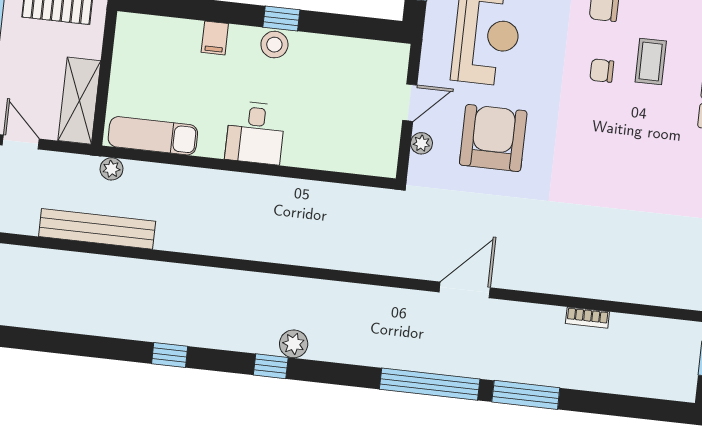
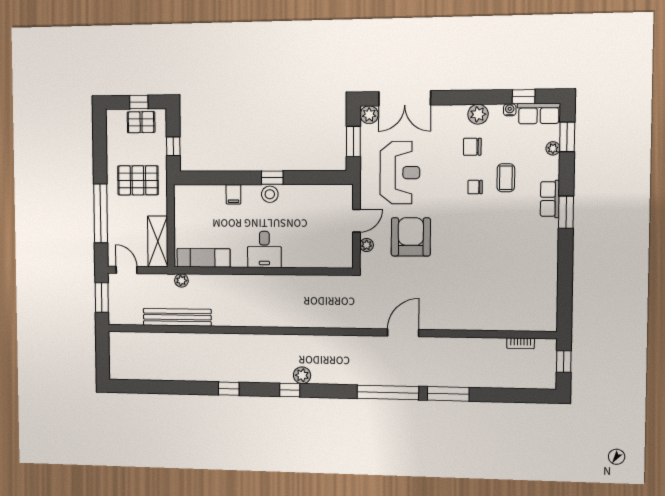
bookcase: (587, 318) -> (521, 343), moved

